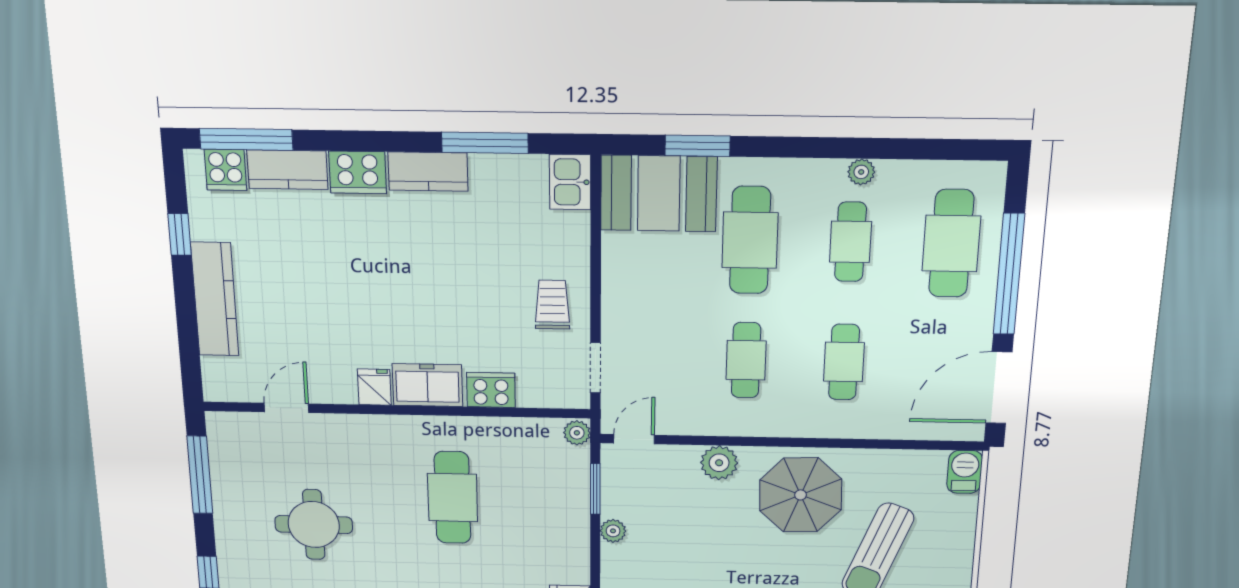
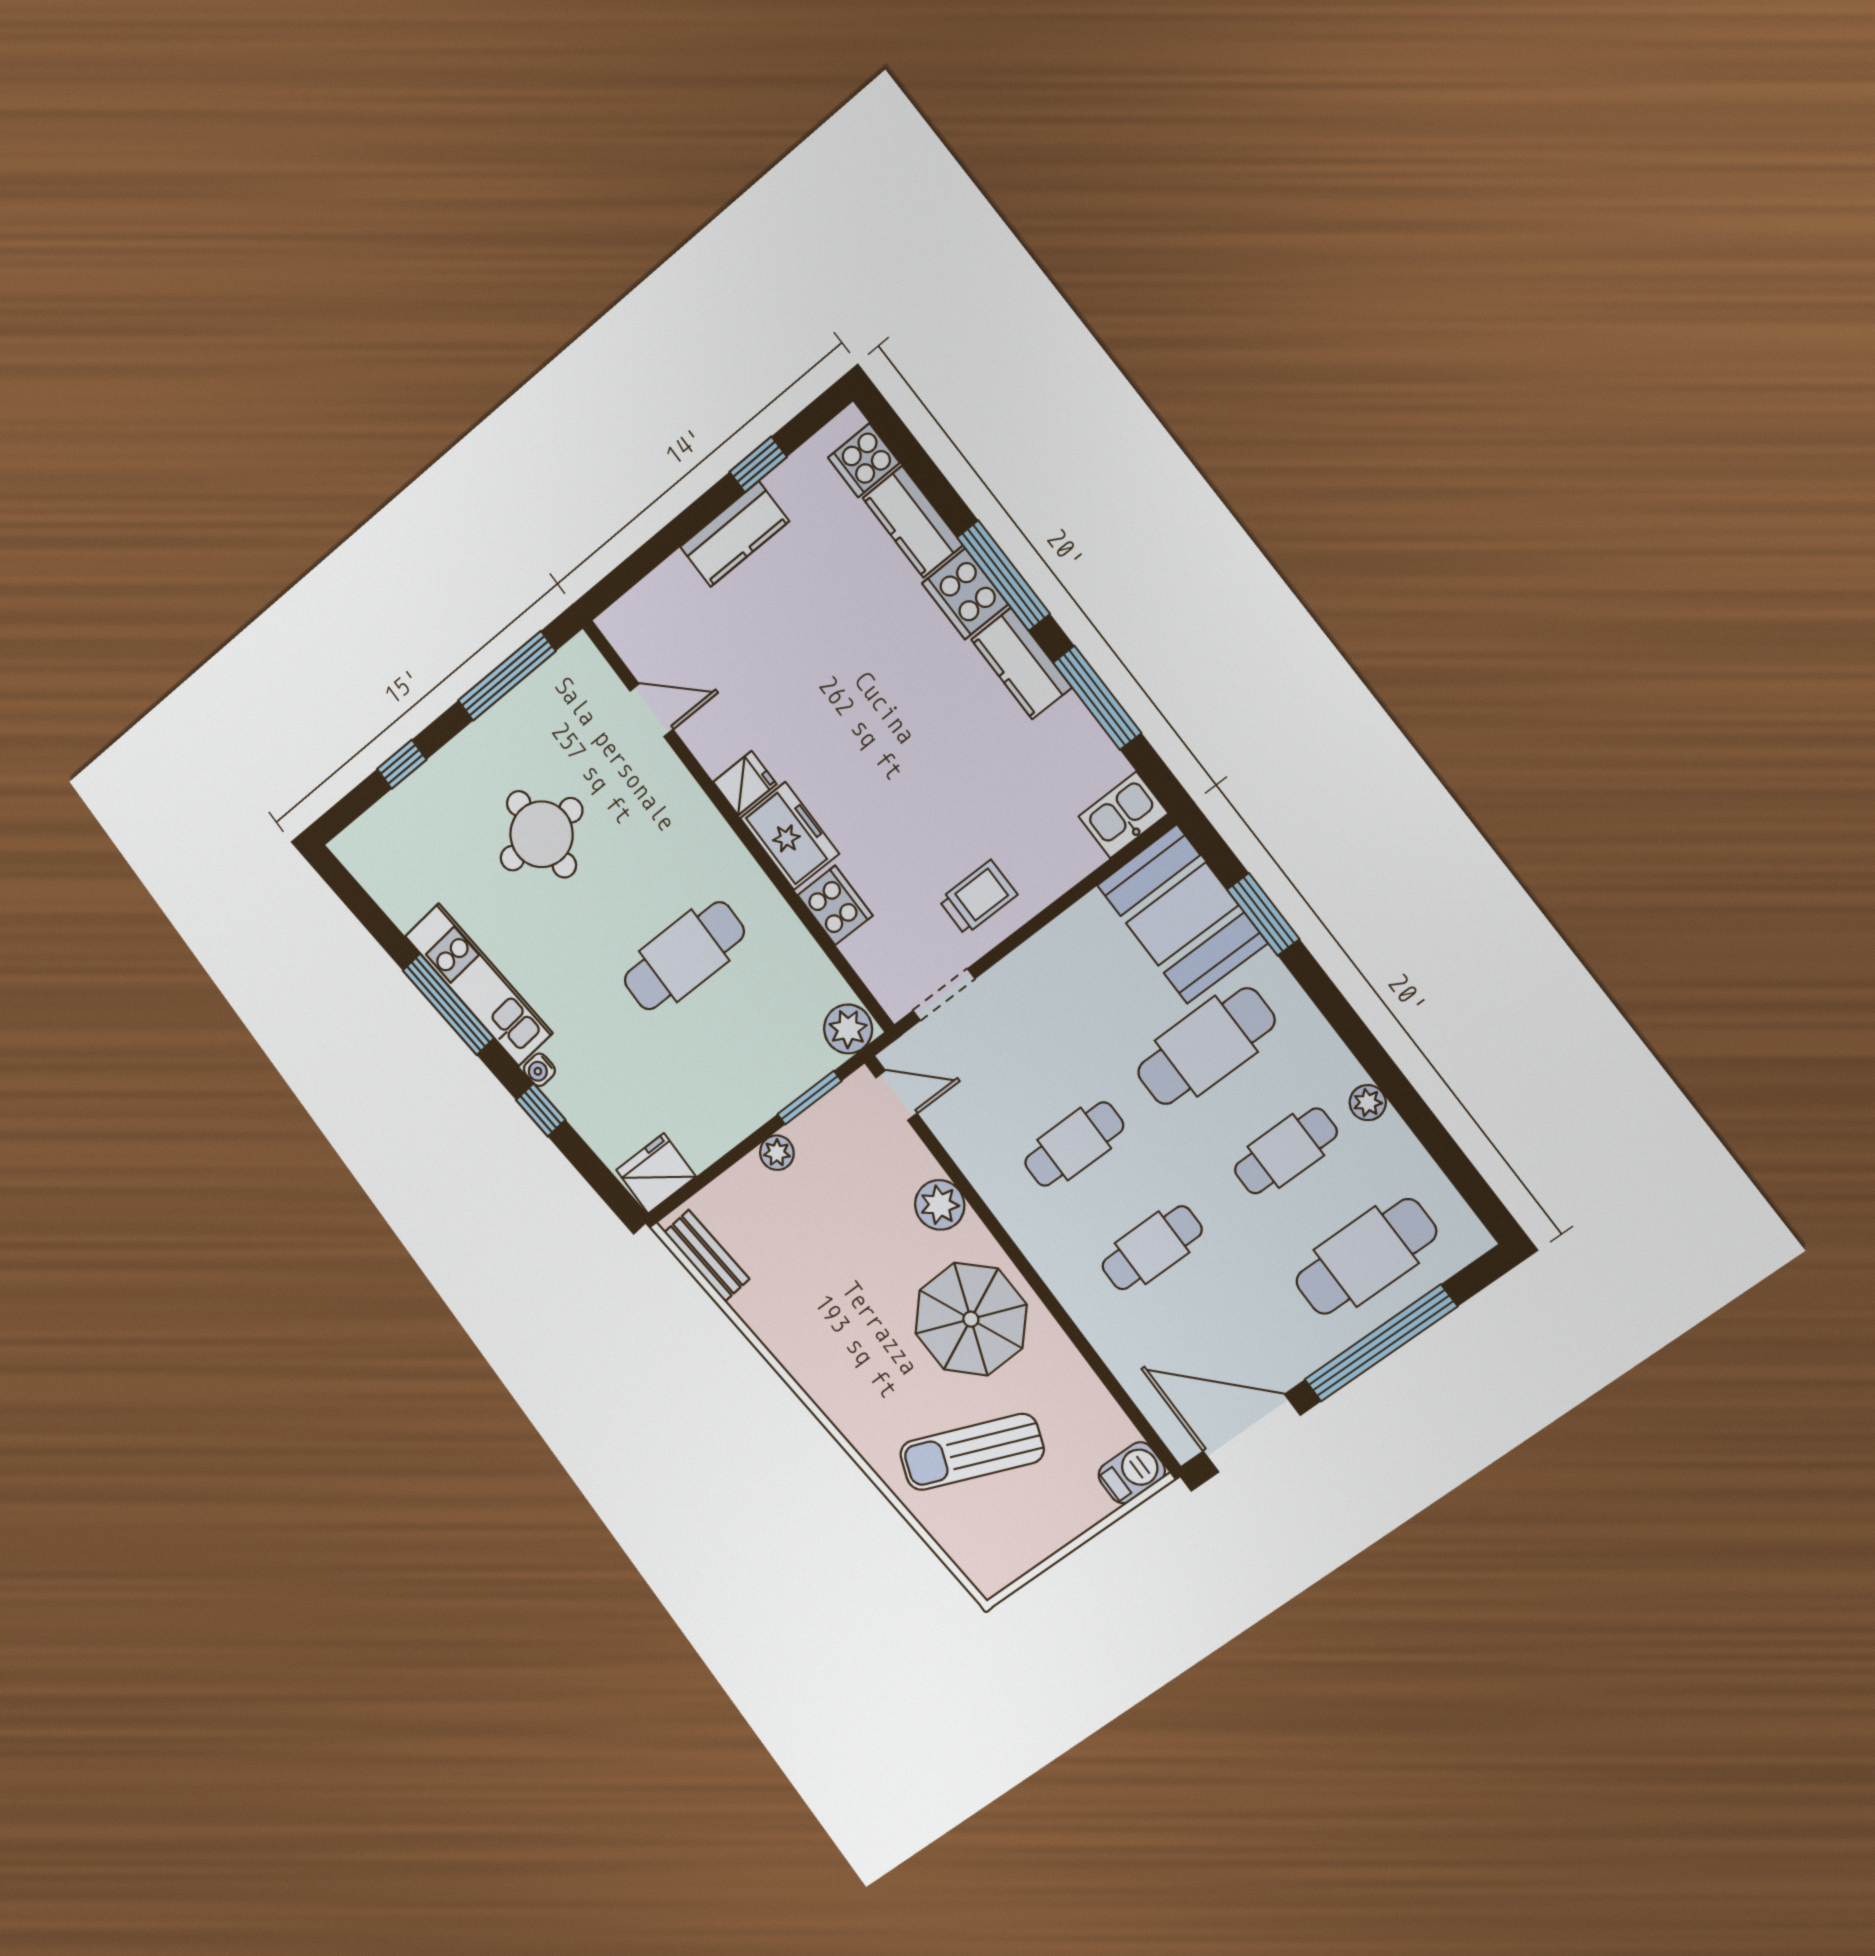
window: (246, 139) -> (1003, 575), moved
kitchen counter: (215, 299) -> (735, 534), width x0.67
plant: (577, 433) -> (848, 1029), width x1.38, depth x1.38

